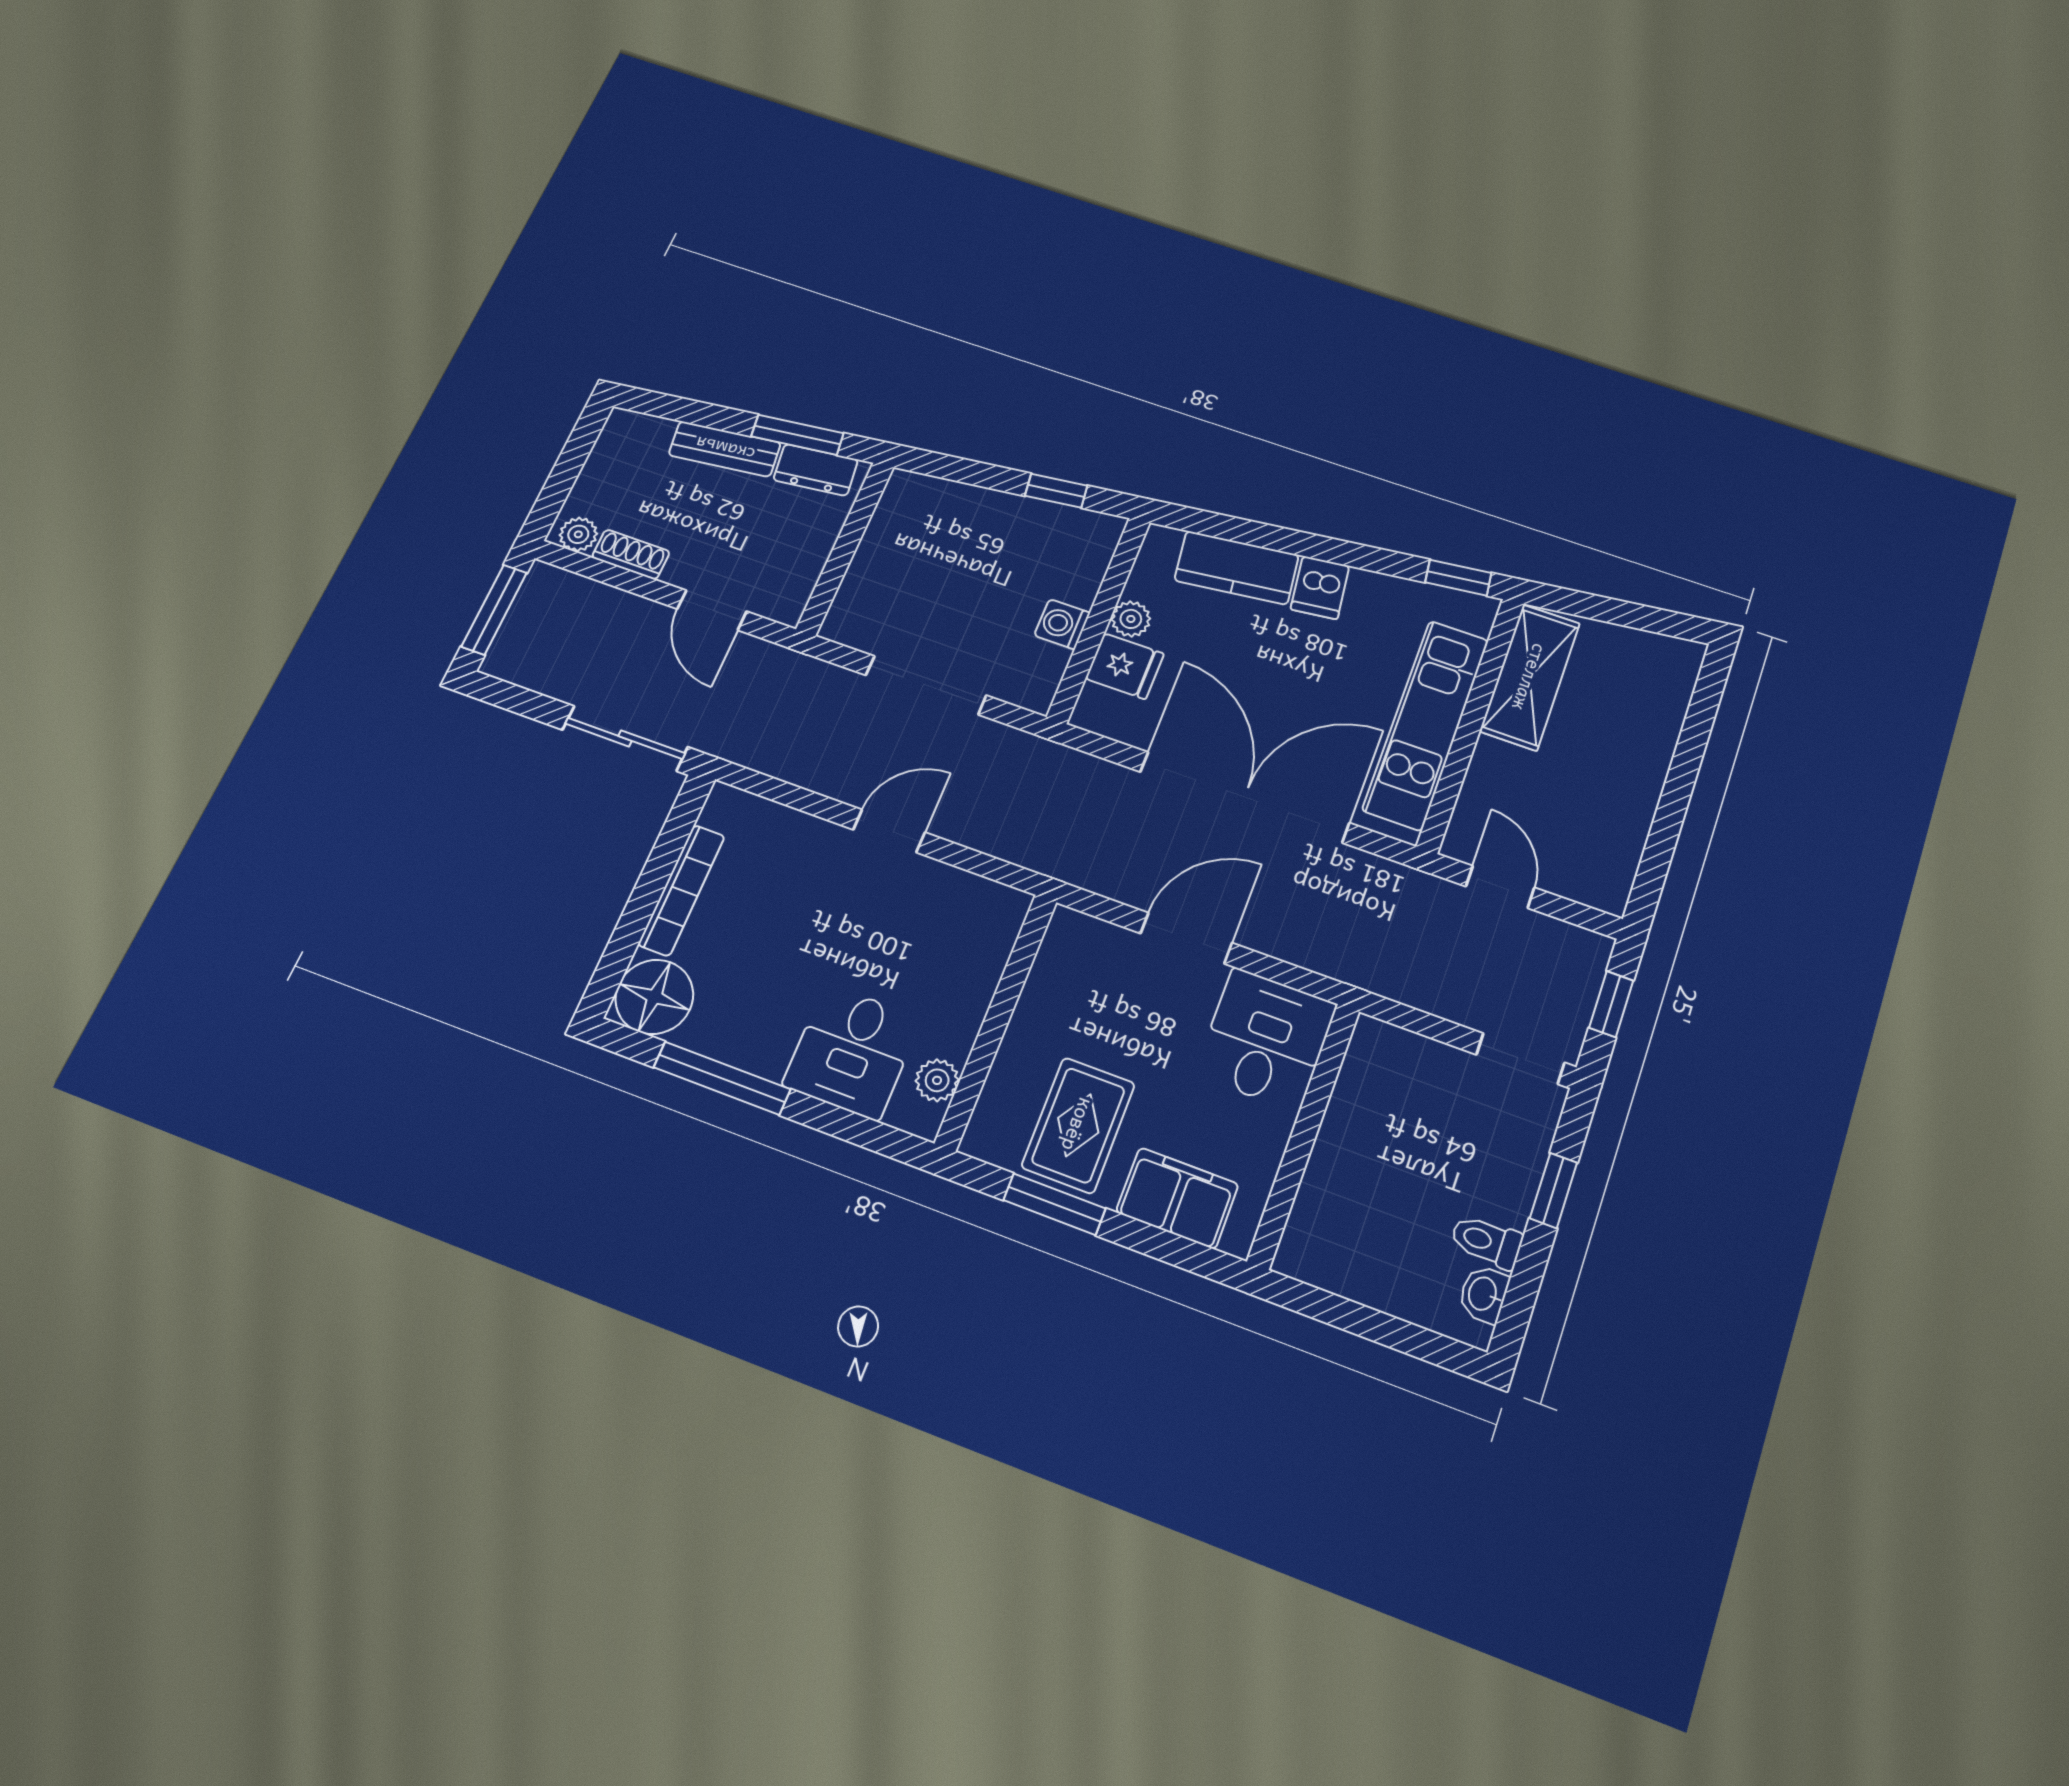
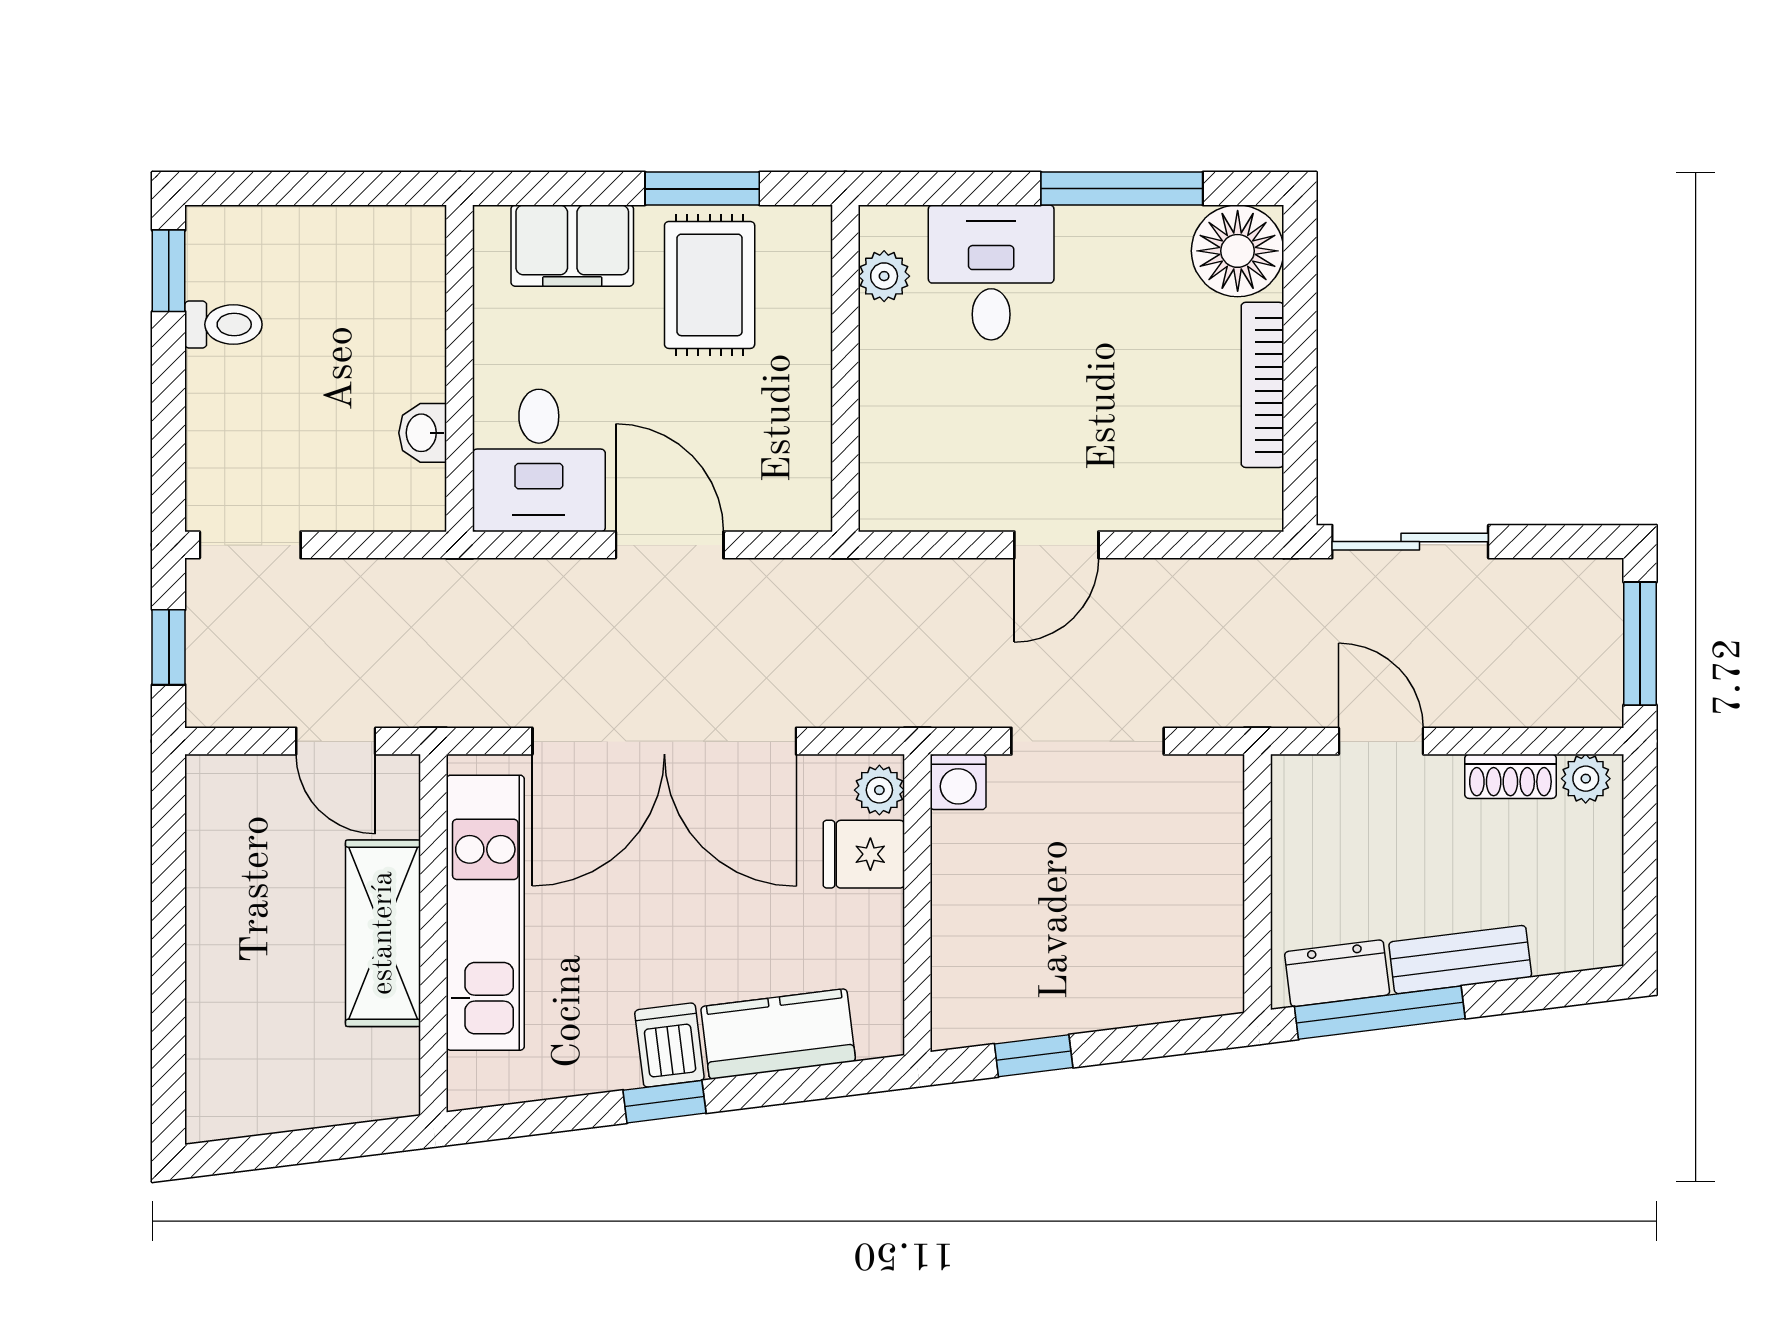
window: (797, 435) -> (1380, 1013), width x1.44
window: (1458, 578) -> (664, 1102), moved
plant: (1131, 619) -> (879, 790), moved
washing machine: (1062, 624) -> (958, 782), moved, turned 90
shelving: (1530, 677) -> (383, 933), moved
door: (1186, 938) -> (670, 545), swing flipped
window: (1553, 1190) -> (169, 271), moved
washbasin: (1484, 1294) -> (423, 433), moved, turned 180

